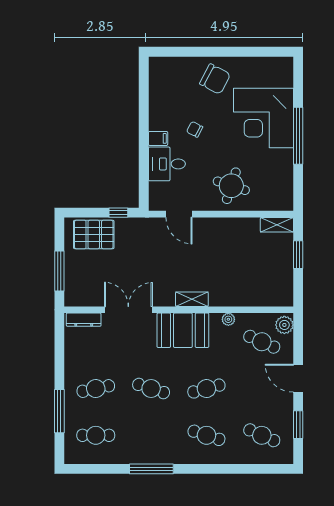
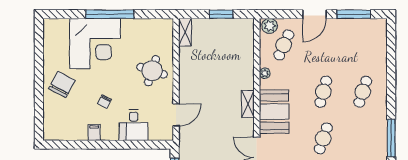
filing cabinet: (158, 138) -> (94, 133), moved
window: (298, 255) -> (221, 14), moved
cafe table: (206, 389) -> (323, 92), turned 30
window: (298, 425) -> (354, 14), width x1.44
cafe table: (262, 435) -> (363, 45), removed

